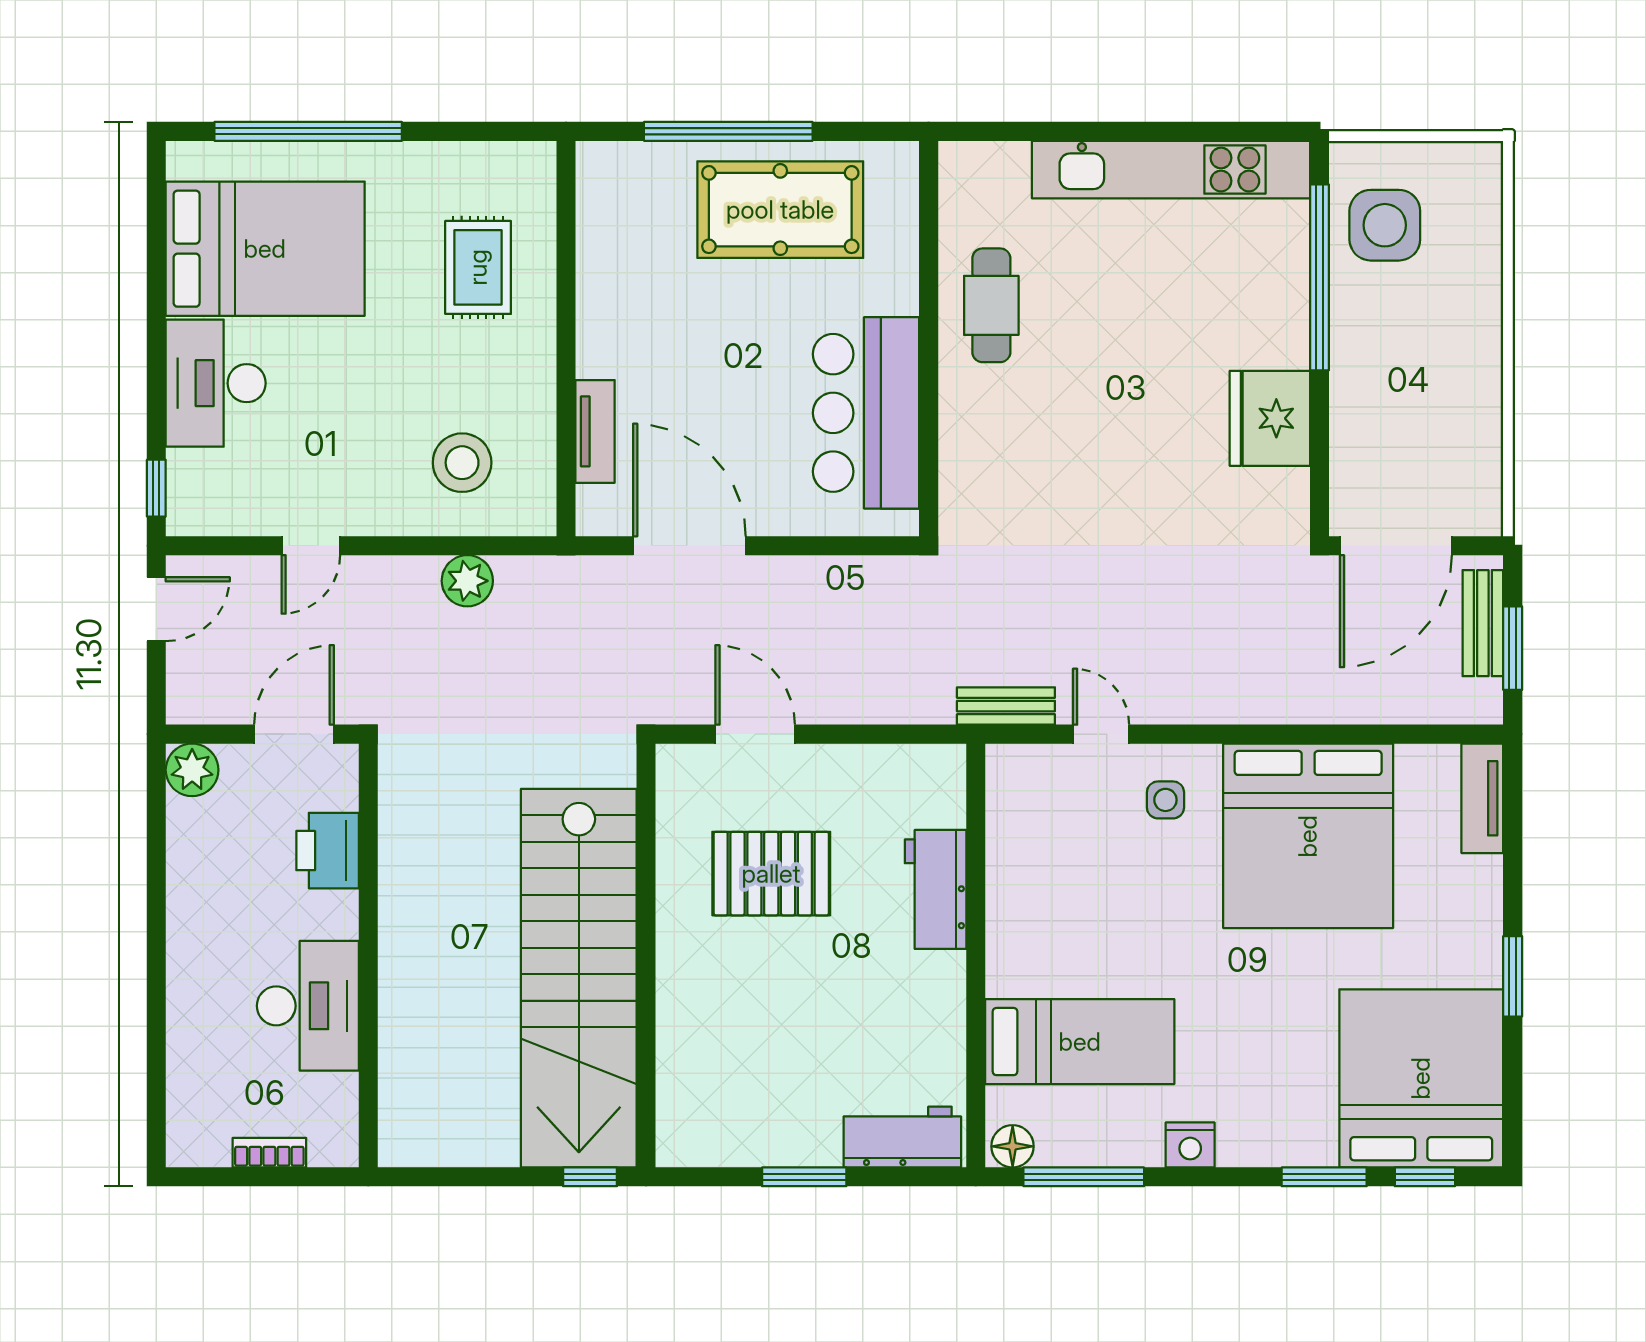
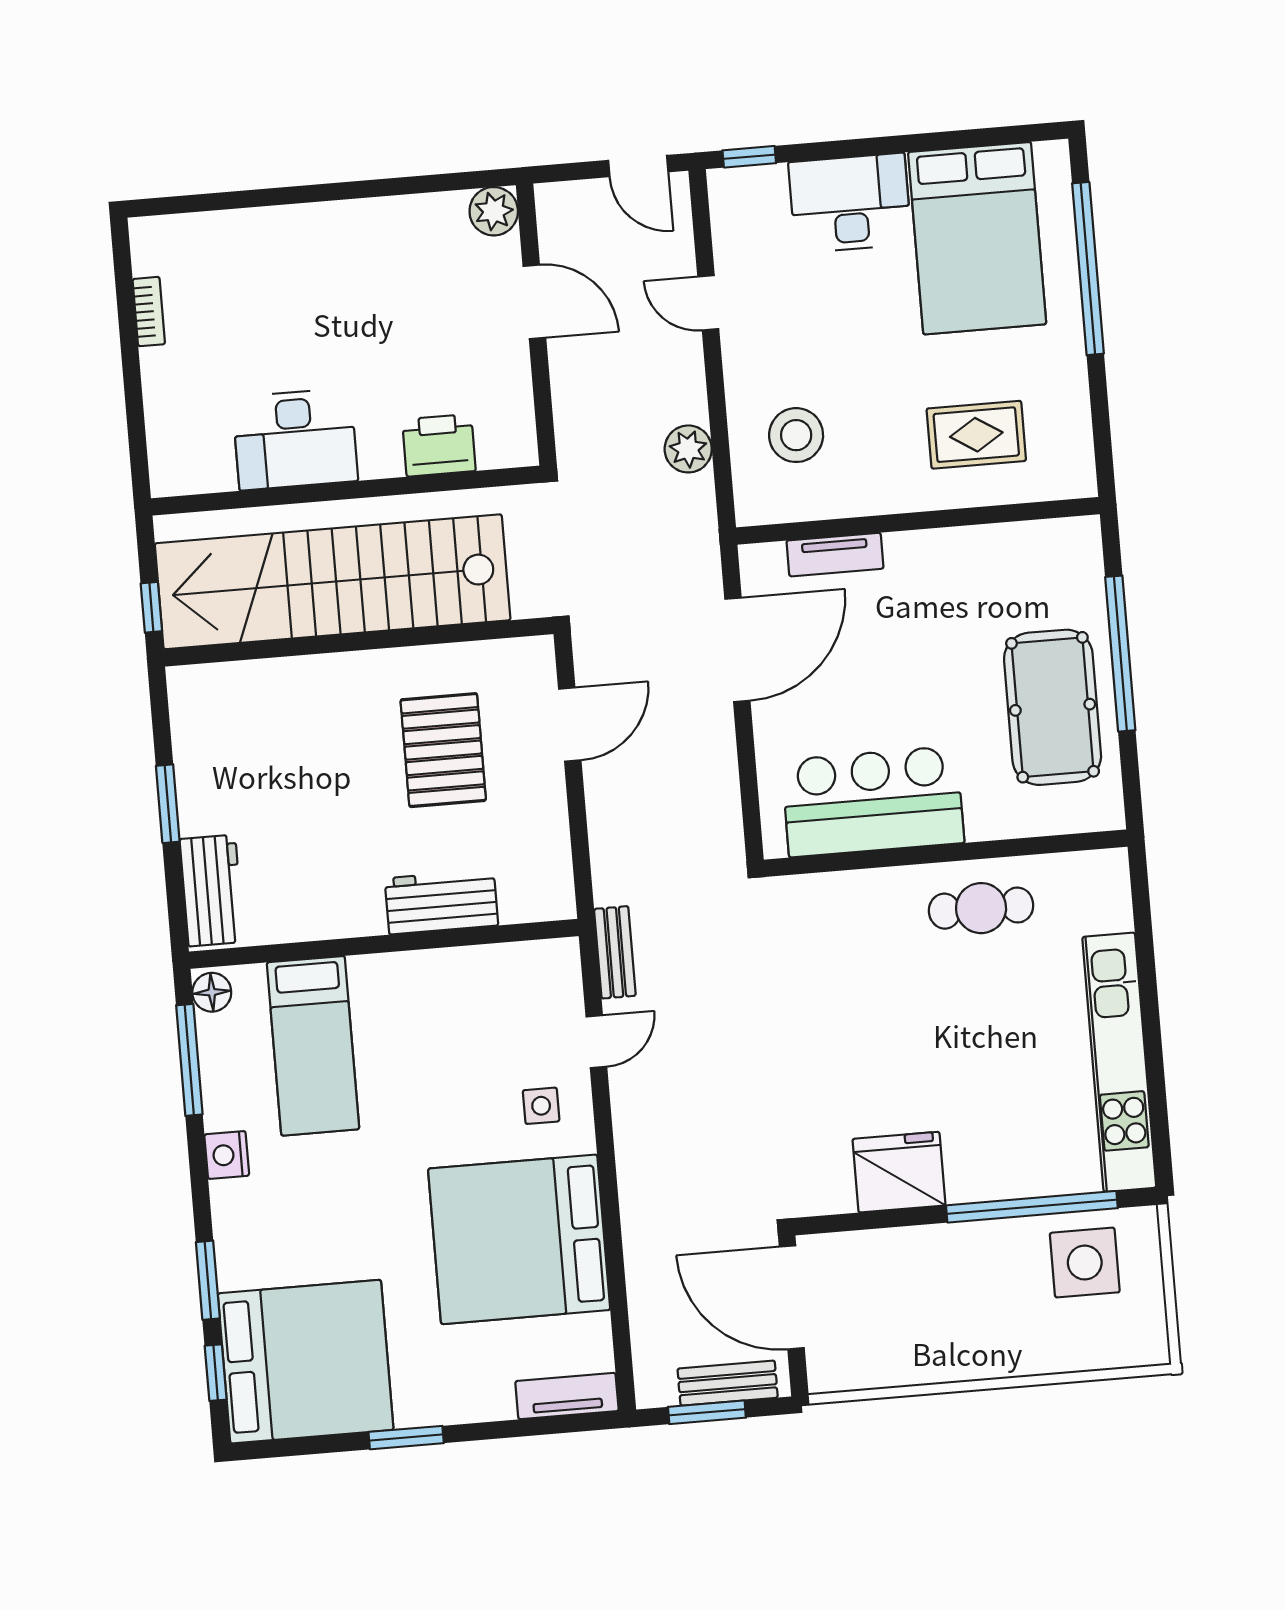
printer: (328, 851) -> (439, 445), moved
wall: (368, 955) -> (346, 491), moved
desk: (308, 1006) -> (295, 439), moved

